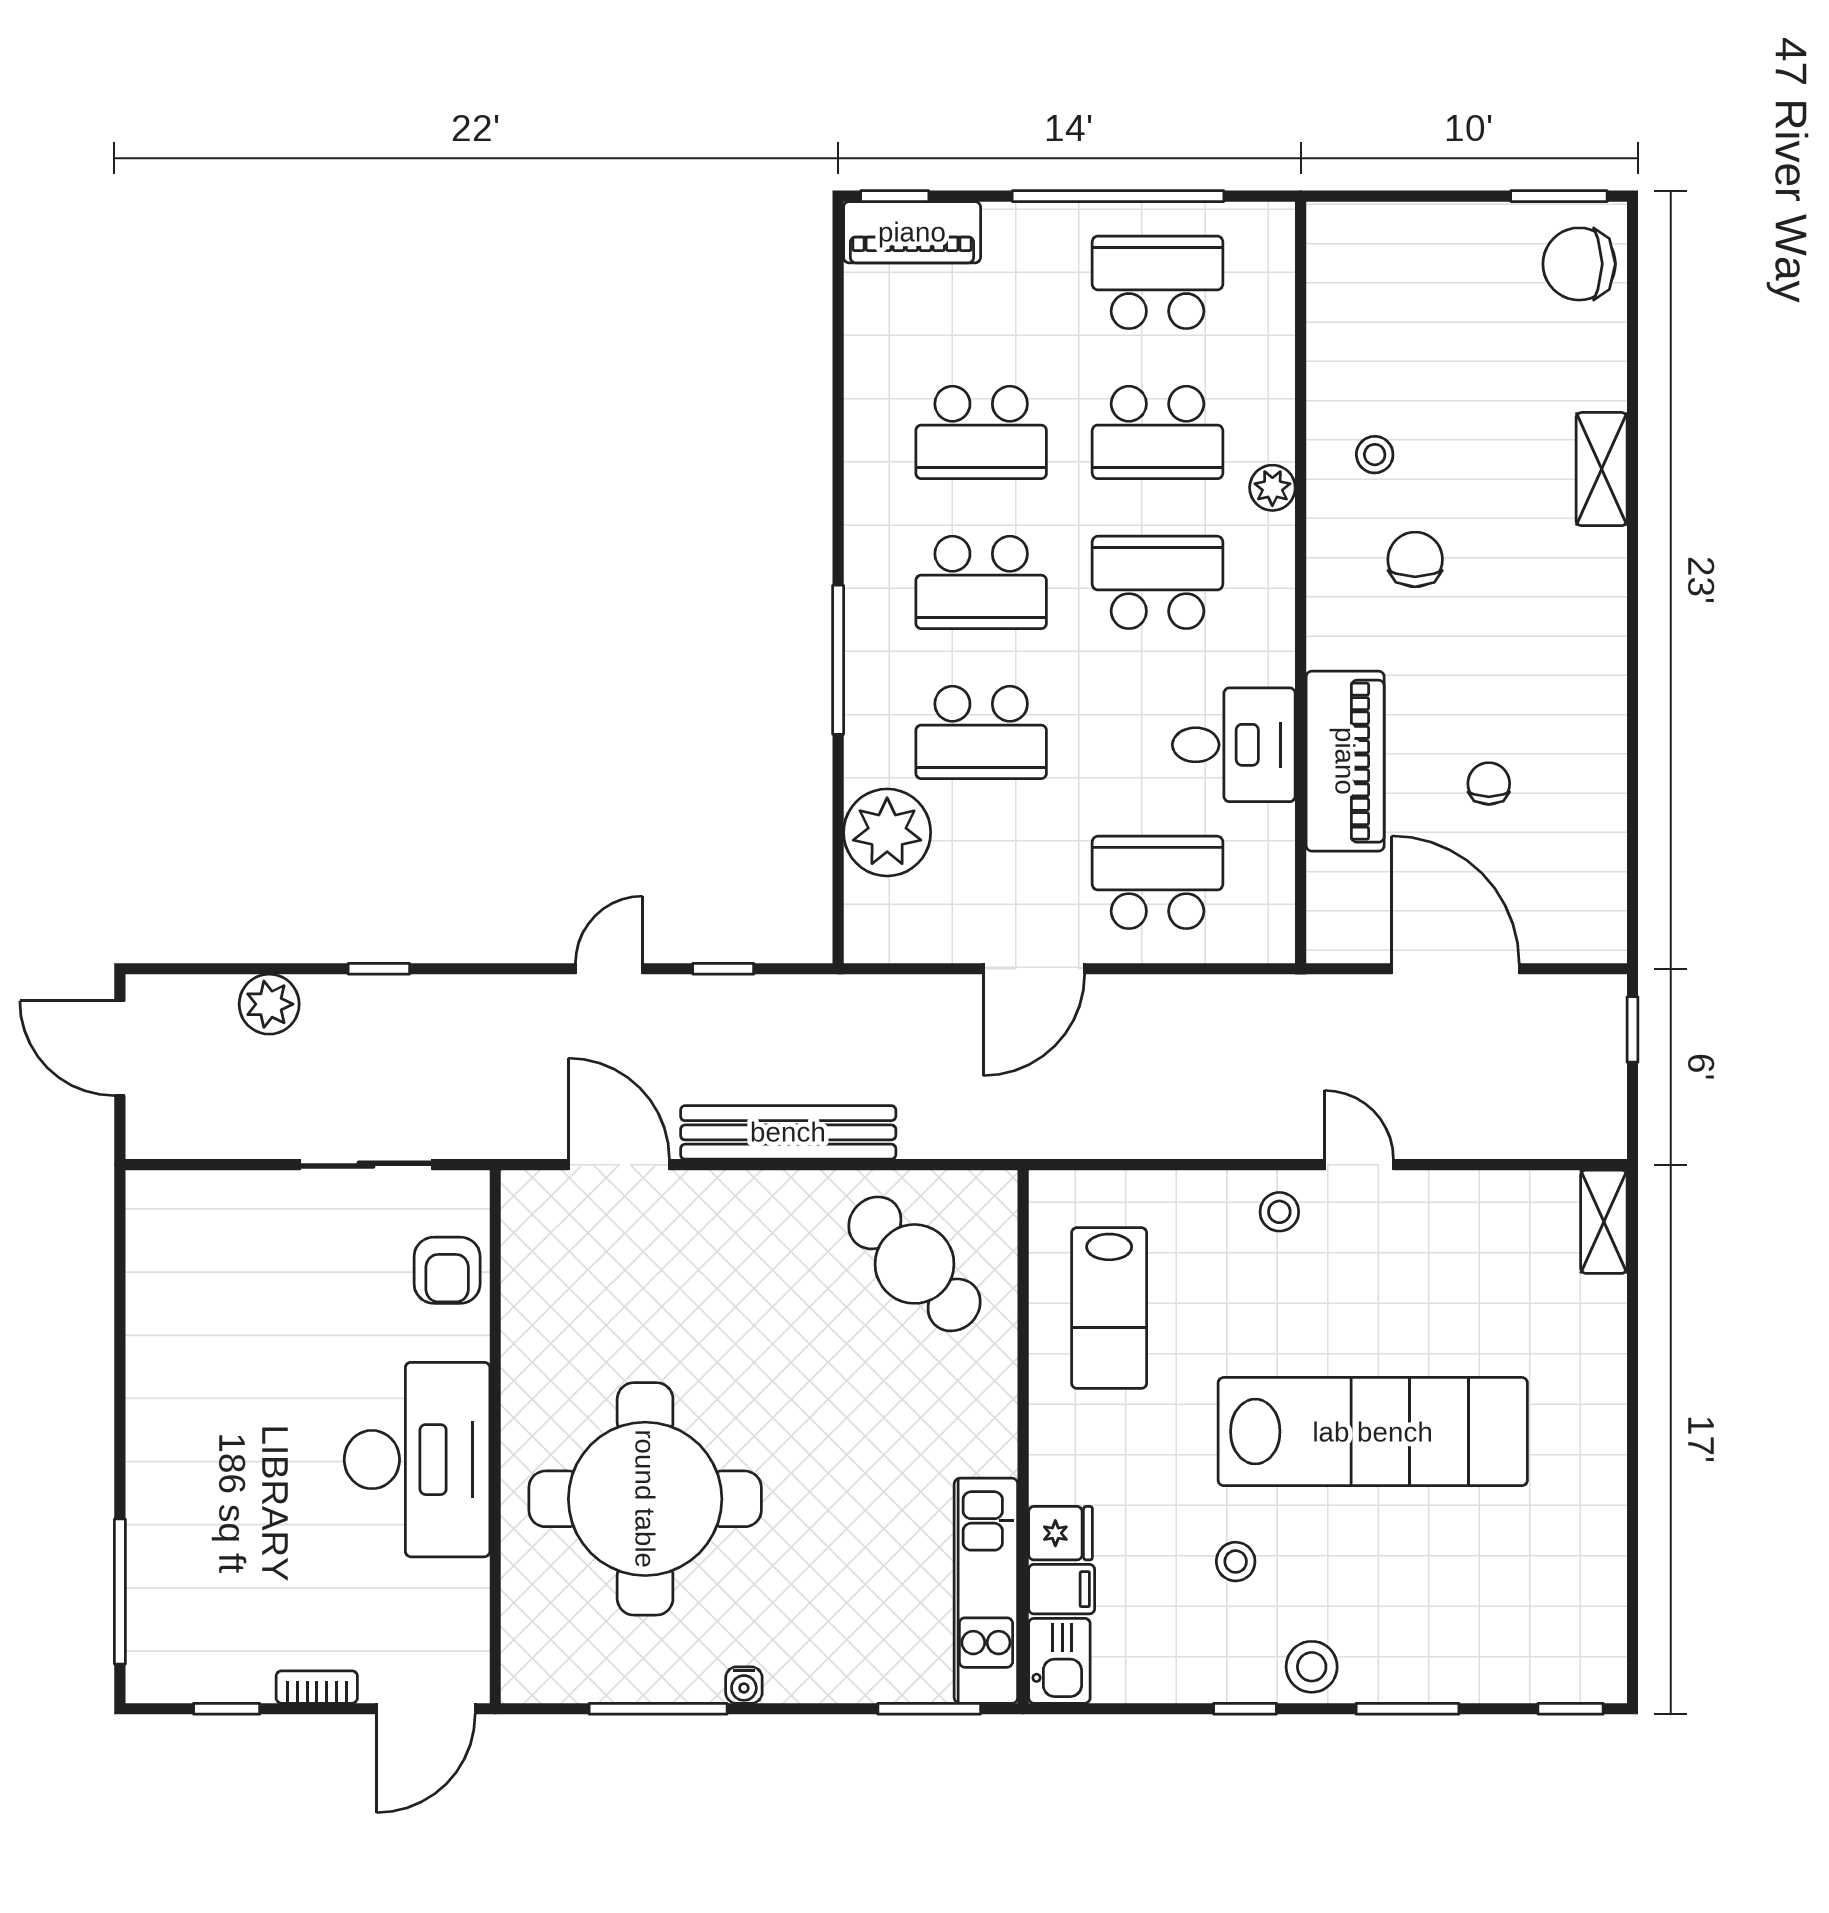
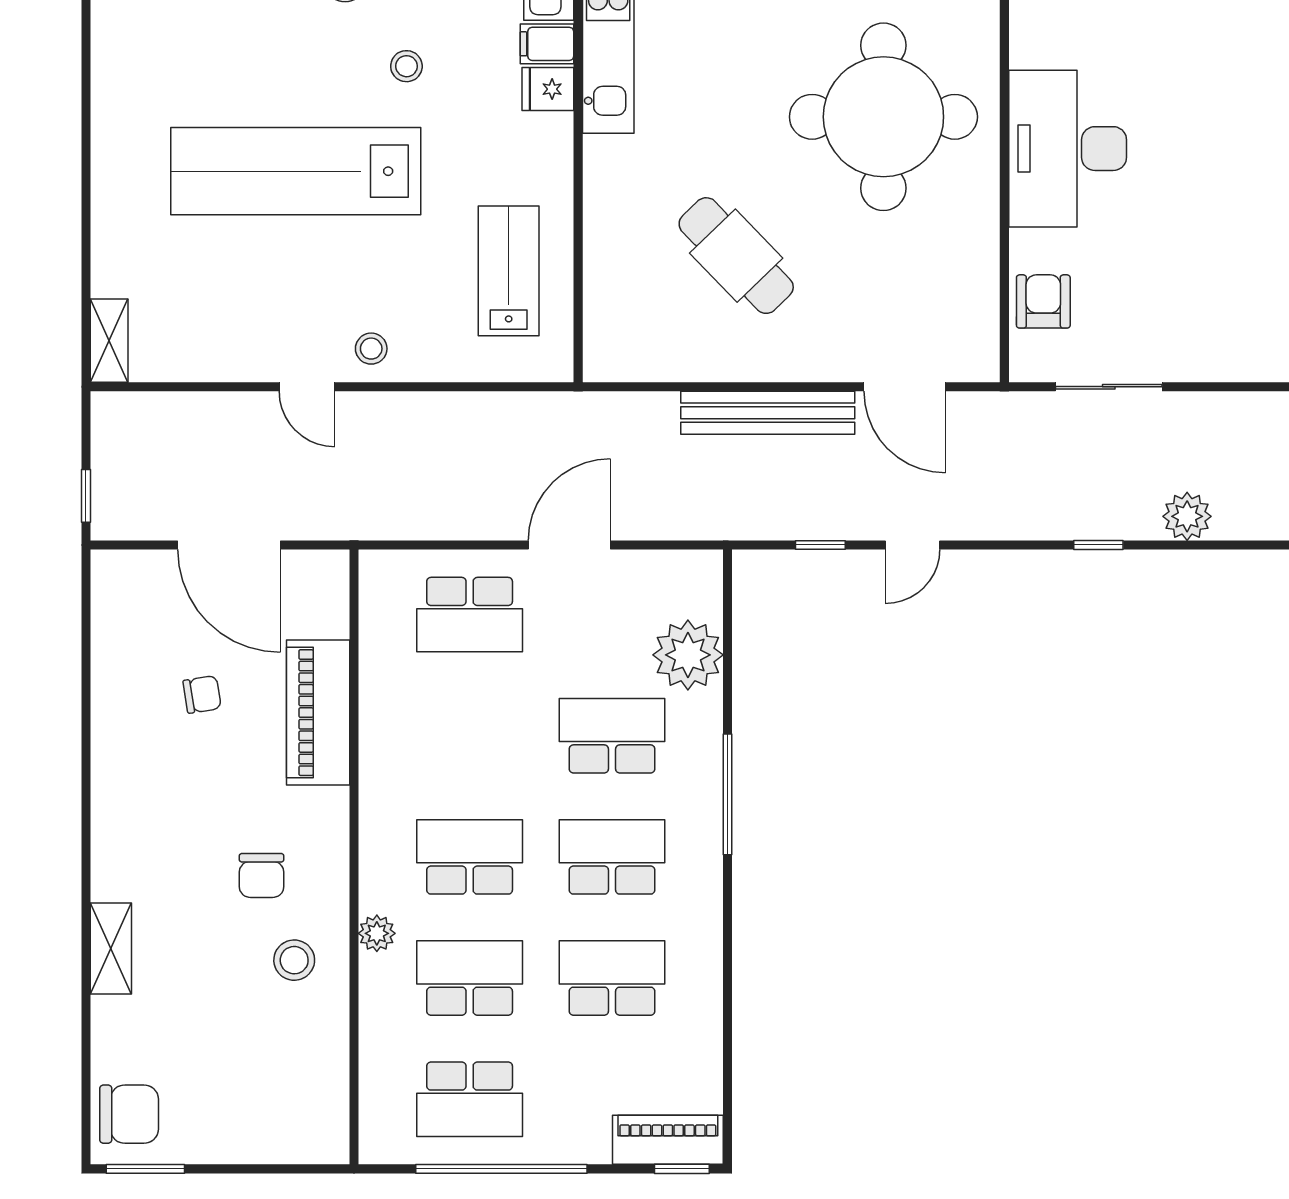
stool: (1375, 455) -> (294, 960), width x1.37, depth x1.37
school desk: (1158, 582) -> (470, 857), turned 180
desk: (1234, 745) -> (408, 726), removed
chair: (1489, 784) -> (202, 694), turned -99
cafe table: (914, 1264) -> (736, 256), moved

